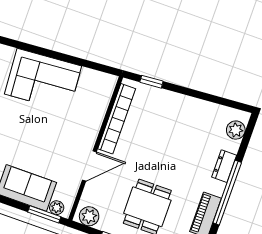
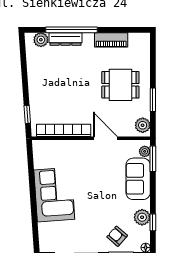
dresser: (224, 166) -> (65, 39), width x1.44
window: (227, 193) -> (72, 30), moved

